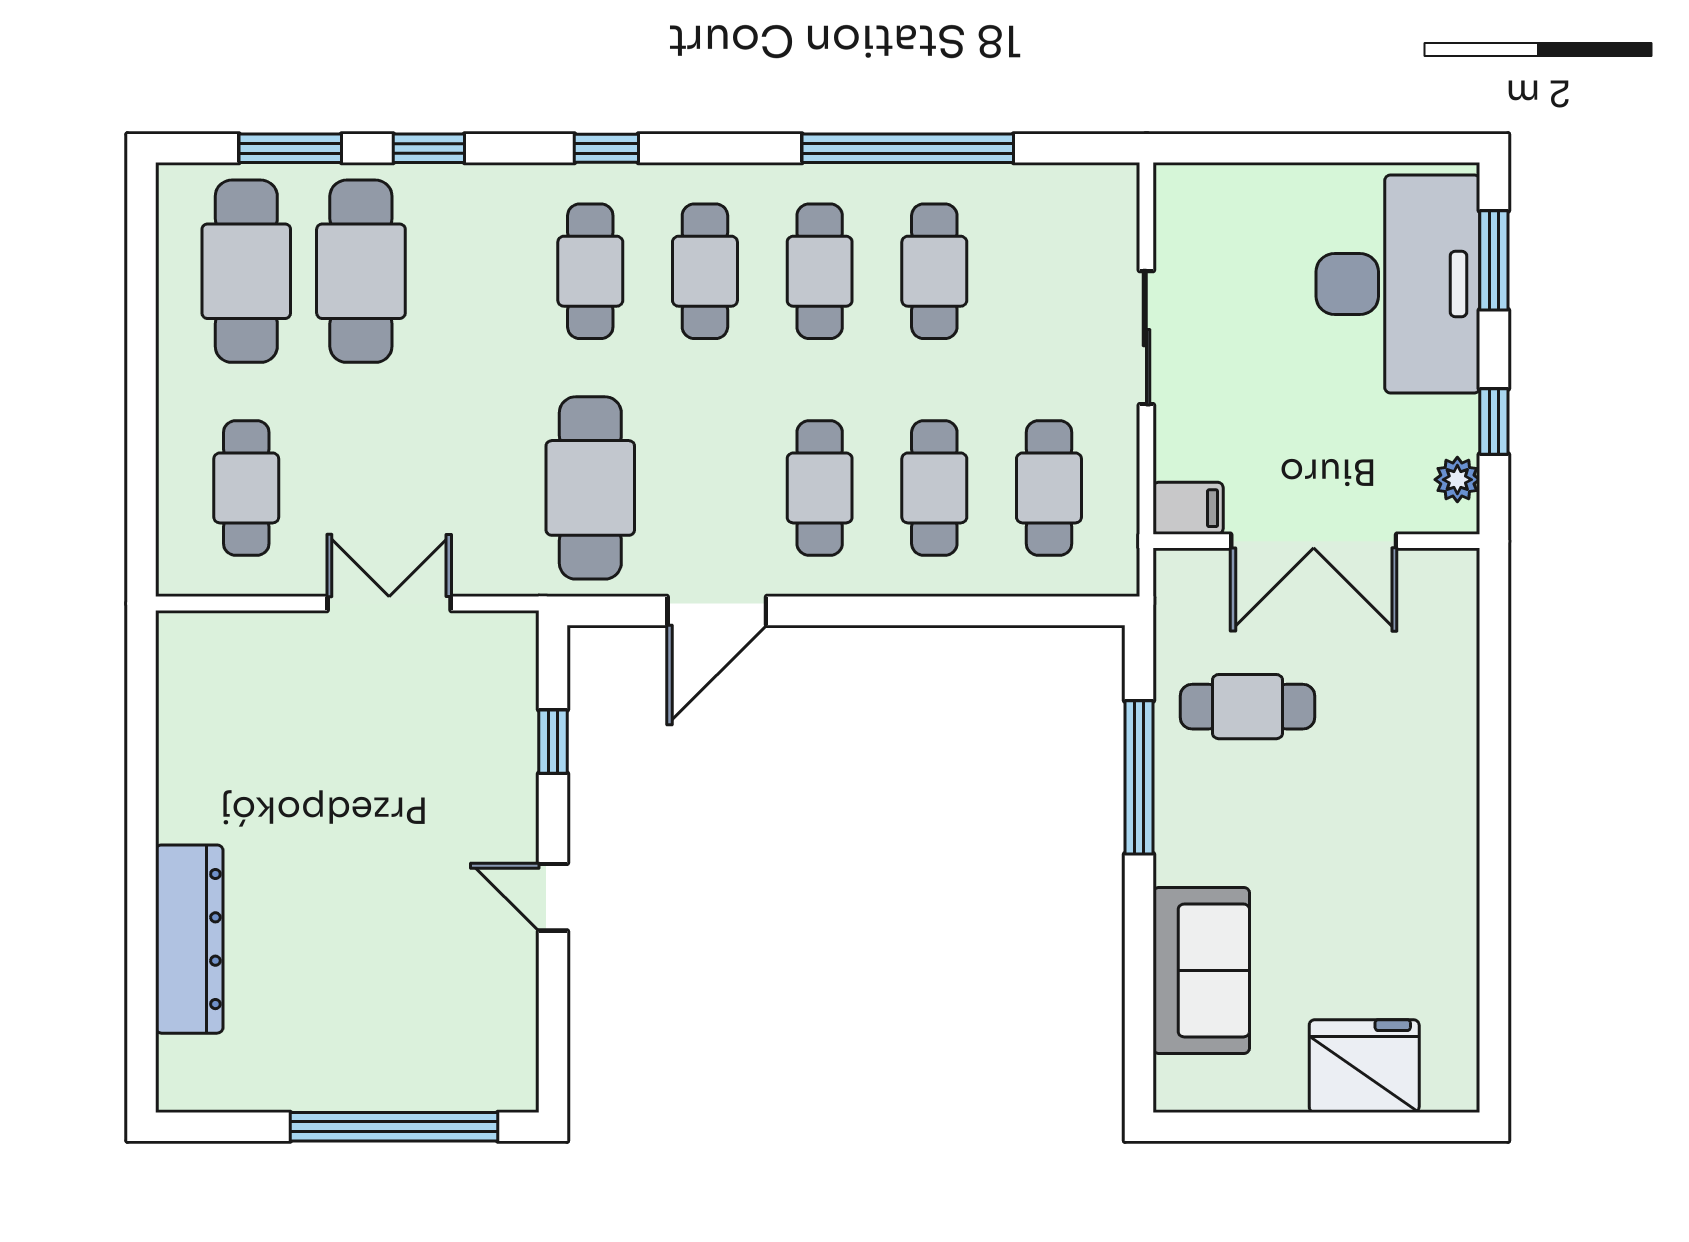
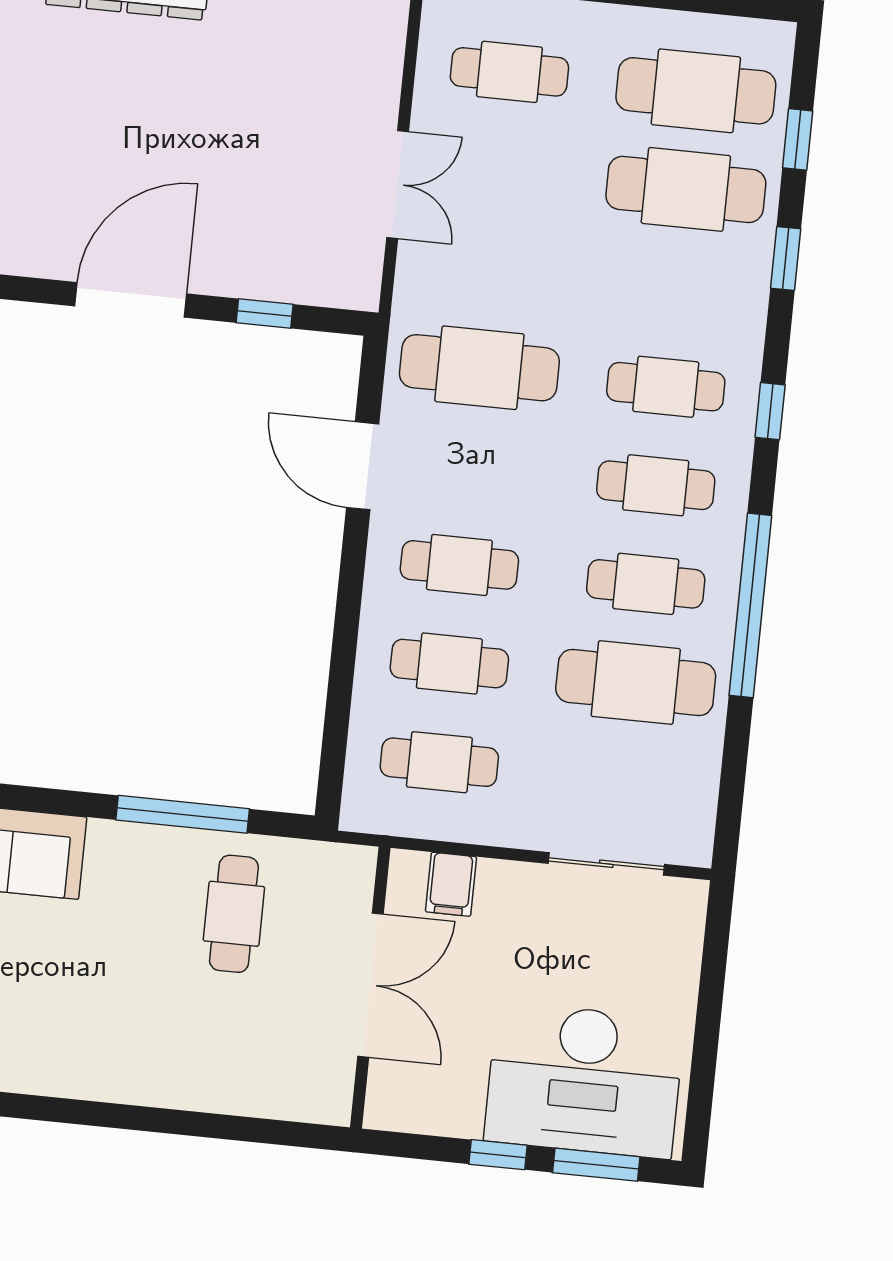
window: (290, 148) -> (798, 139), width x0.67
window: (908, 148) -> (750, 605), moved
cafe table: (934, 271) -> (636, 682), width x1.37, depth x1.35
sliding door: (1146, 338) -> (606, 864), moved
window: (1494, 422) -> (498, 1155), moved
plant: (1457, 480) -> (411, 1114), removed
filing cabinet: (1188, 508) -> (451, 884), moved
double door: (1314, 541) -> (370, 985), swing flipped
door: (553, 897) -> (131, 300), width x1.87

